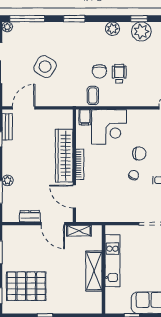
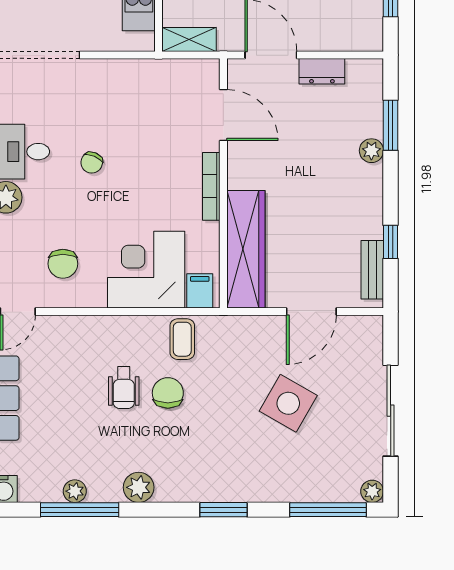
window: (139, 19) -> (80, 510), width x2.17
plant: (141, 31) -> (75, 491), width x0.53, depth x0.53
door: (24, 108) -> (311, 312), moved
chair: (139, 154) -> (63, 264), moved, turned -90
wardrobe: (64, 156) -> (246, 249), moved
shelving: (79, 231) -> (189, 40), moved

